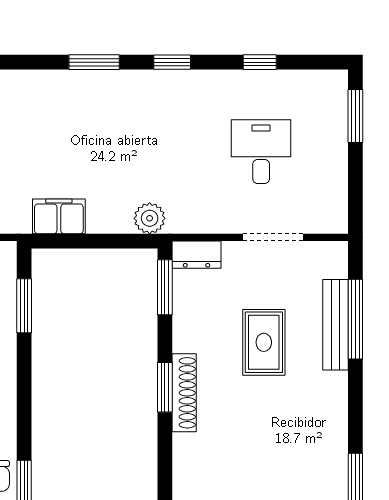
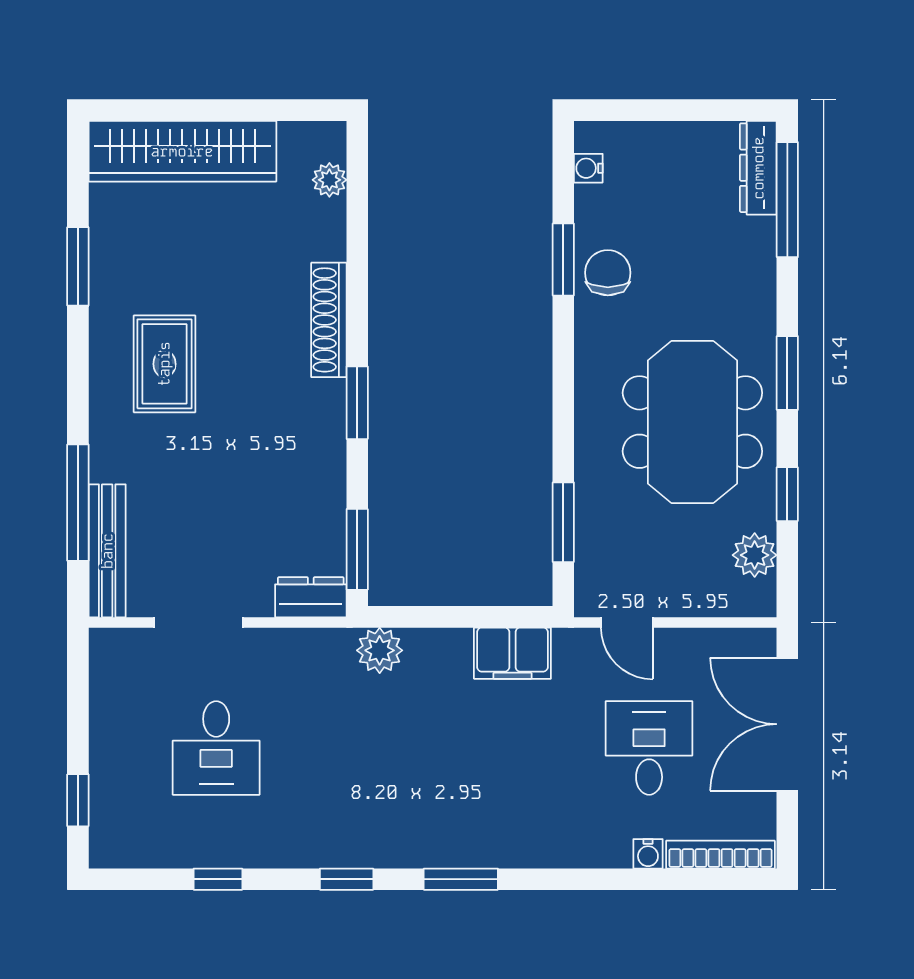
window: (355, 116) -> (78, 800), width x0.67
bench: (335, 325) -> (107, 551), moved
rug: (264, 342) -> (164, 364), moved
shoe rack: (184, 393) -> (329, 320), moved

